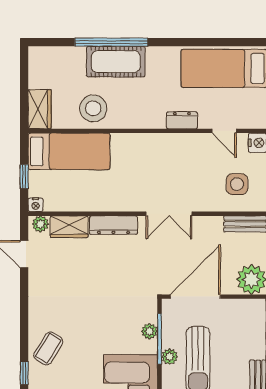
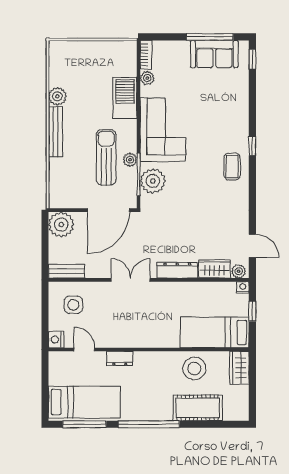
window: (111, 42) -> (149, 424), moved
window: (224, 42) -> (84, 424), added
cot: (116, 62) -> (198, 408), moved
plant: (150, 331) -> (153, 181), width x1.88, depth x1.88
coffee table: (48, 348) -> (232, 167), turned -32

